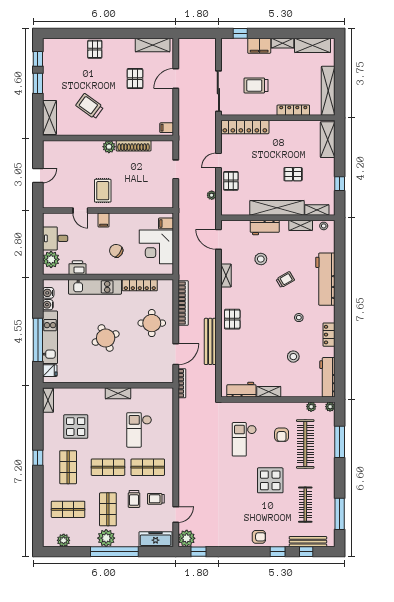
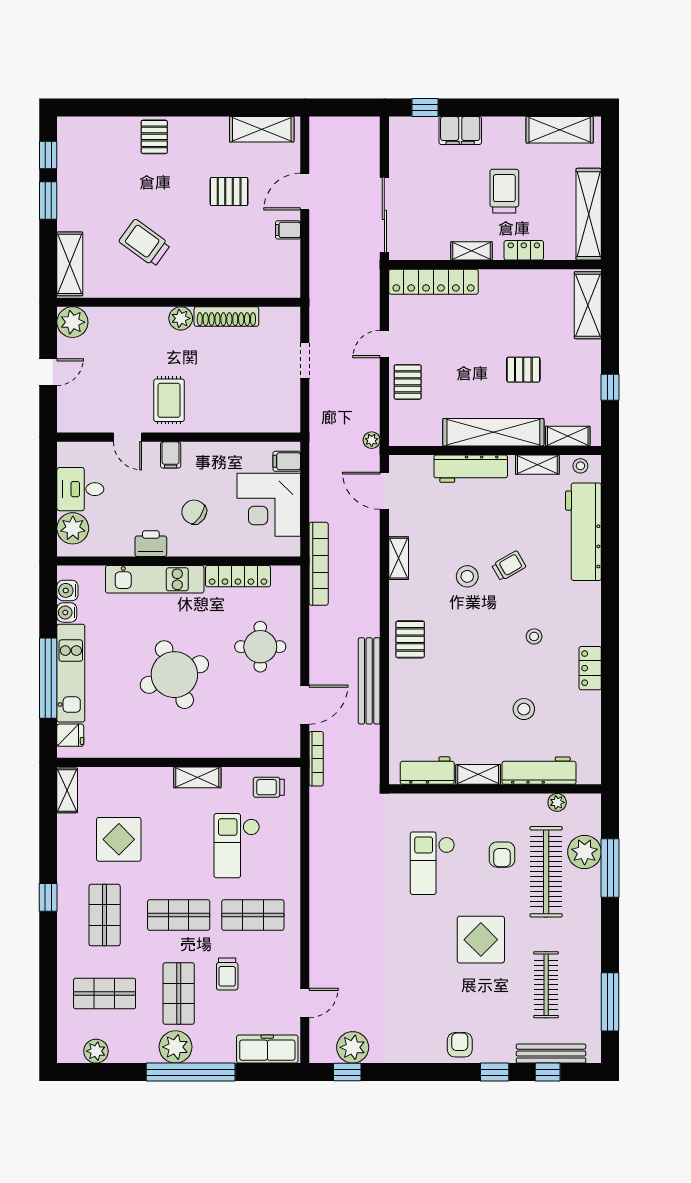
shelving: (283, 43) -> (471, 251), moved
pallet: (135, 79) -> (229, 192), turned 90
trolley: (256, 85) -> (504, 191), moved, turned 90
locker: (293, 110) -> (524, 250), width x0.66
filing cabinet: (167, 128) -> (288, 230), moved
plant: (51, 149) -> (72, 322), added
plant: (212, 195) -> (372, 440), moved
workbench: (265, 227) -> (471, 469), width x1.38
stool: (261, 259) -> (467, 576), moved
printer: (77, 268) -> (151, 544), moved
workbench: (325, 279) -> (583, 532), moved
bookcase: (183, 303) -> (319, 564), moved
round table: (106, 338) -> (174, 675), width x1.36, depth x1.36
workbench: (327, 377) -> (539, 771), moved, turned 90
plant: (330, 407) -> (585, 852), moved, width x1.87, depth x1.87
trolley: (156, 499) -> (269, 787), moved
armchair: (259, 537) -> (460, 1045), turned -90
plant: (187, 538) -> (353, 1047), moved

